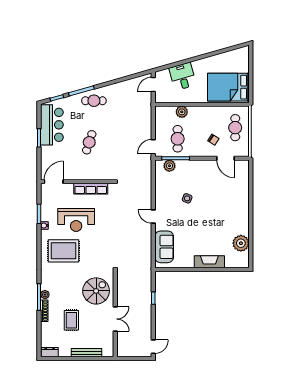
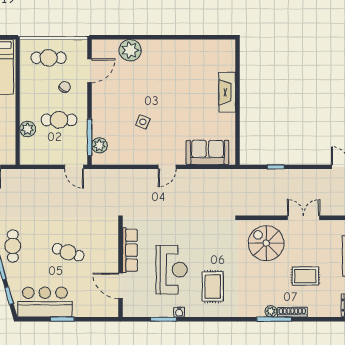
cafe table: (178, 139) -> (59, 120), moved
door: (54, 182) -> (121, 286), moved
plant: (241, 243) -> (130, 50), moved
rug: (64, 251) -> (213, 287), width x0.73, depth x0.70

